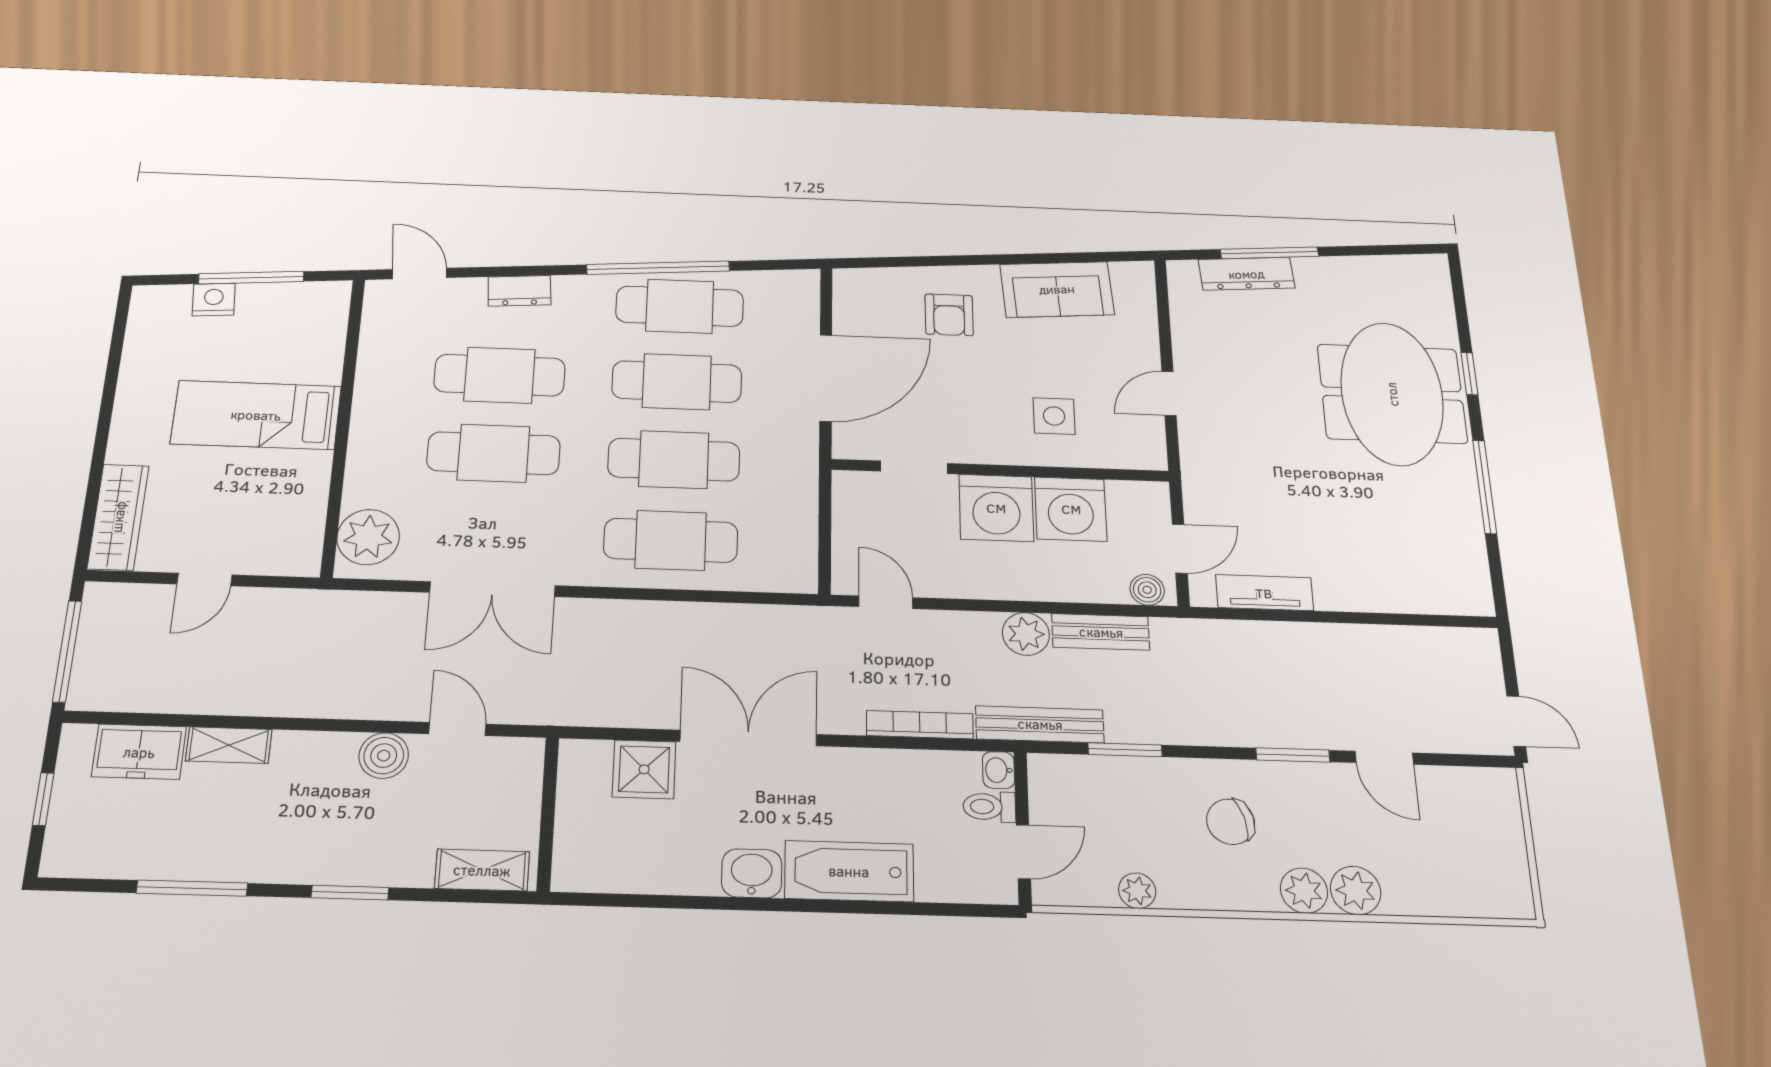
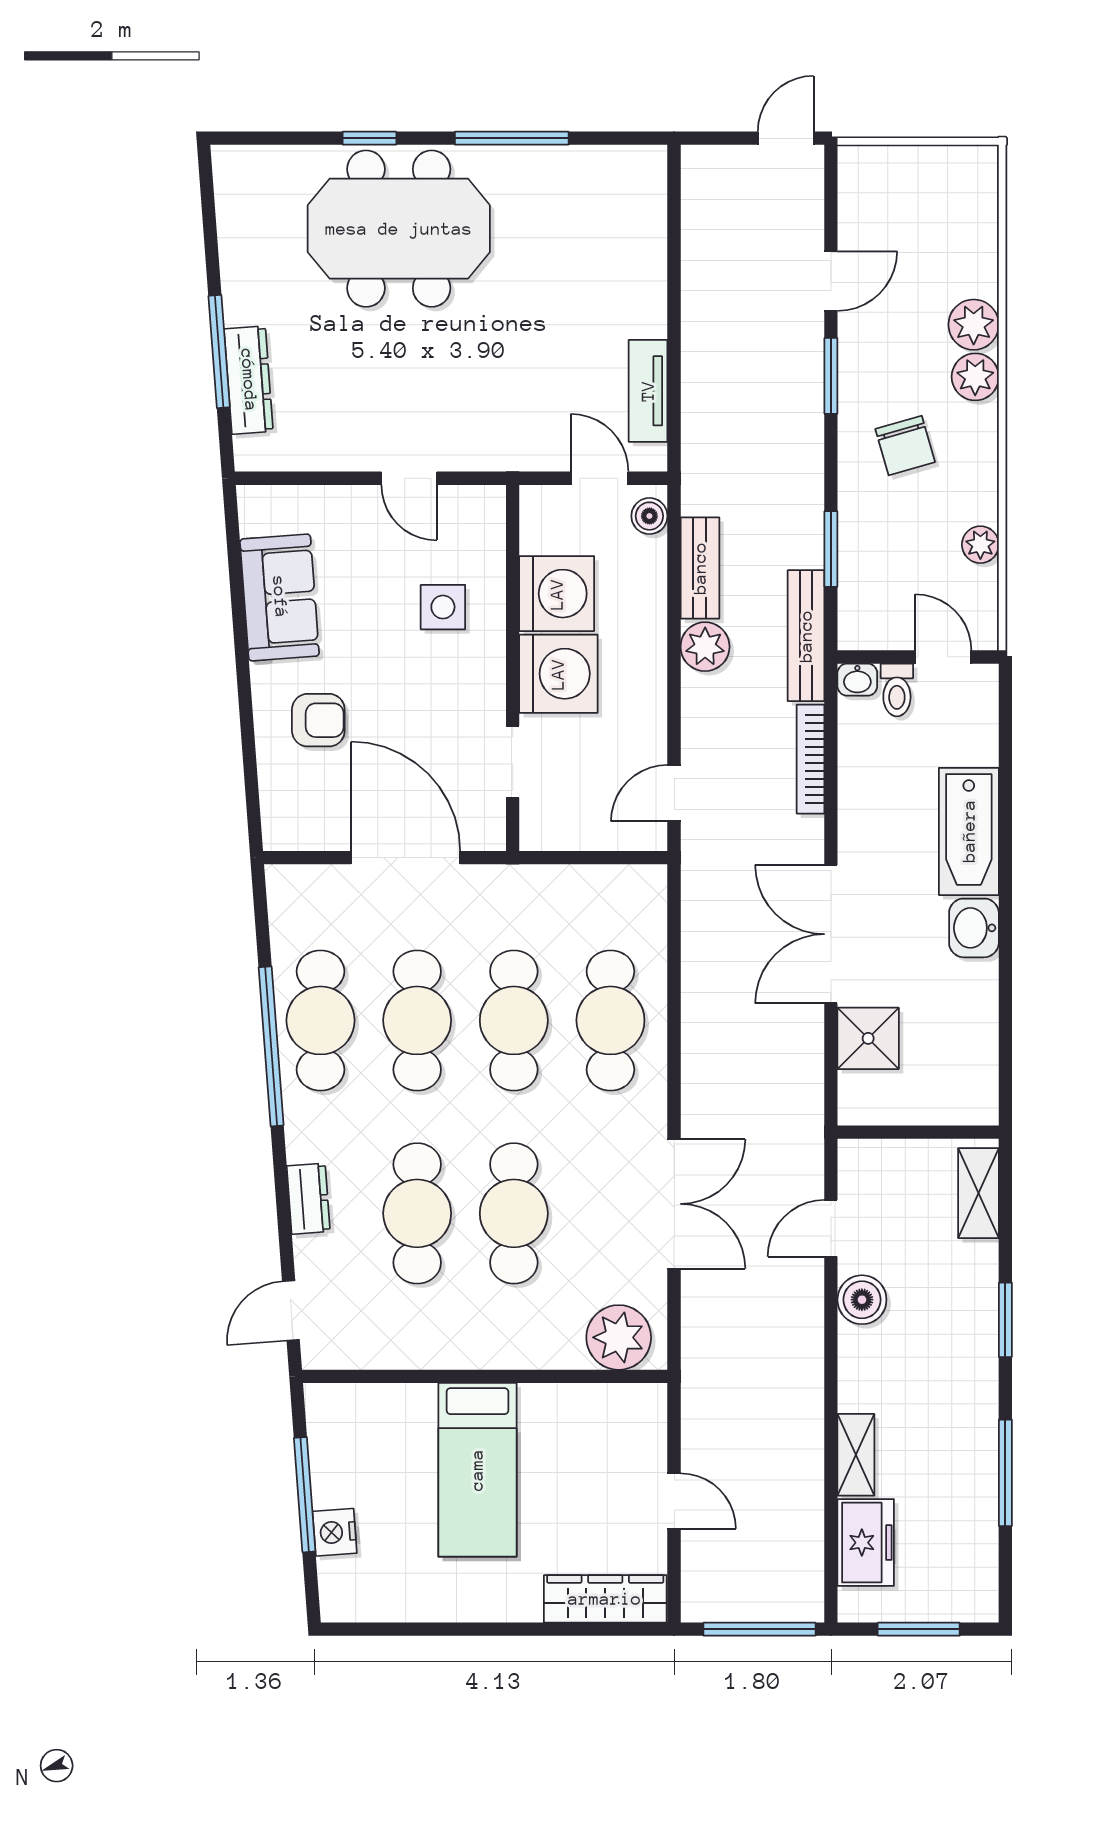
window: (43, 799) -> (919, 1629), width x1.50

